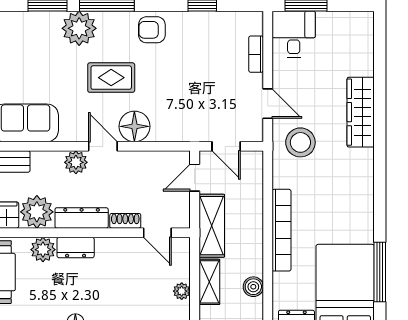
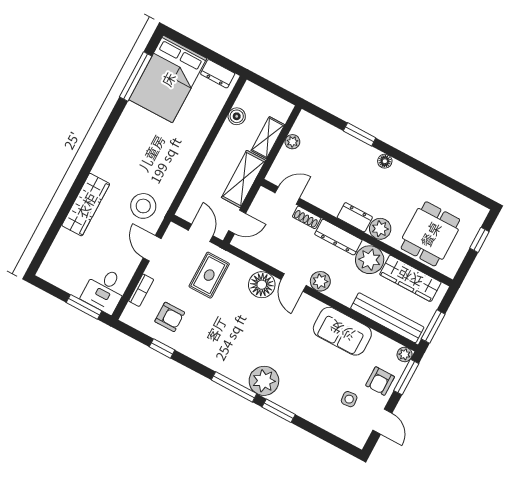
armchair: (152, 30) -> (170, 317), moved
rug: (111, 78) -> (209, 275), moved, turned 90
bookcase: (282, 230) -> (193, 148), removed
door: (157, 233) -> (287, 196), hinge flipped

